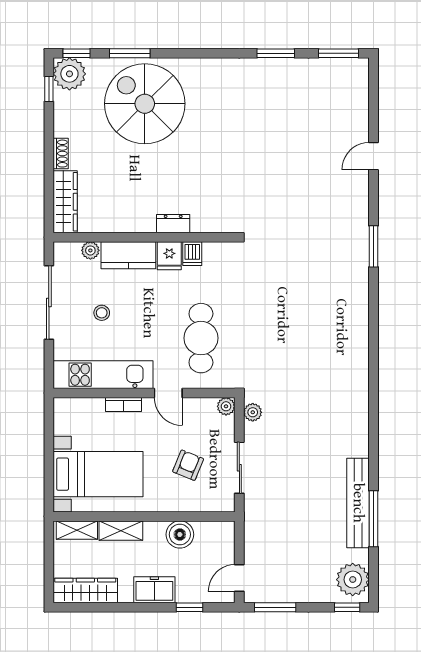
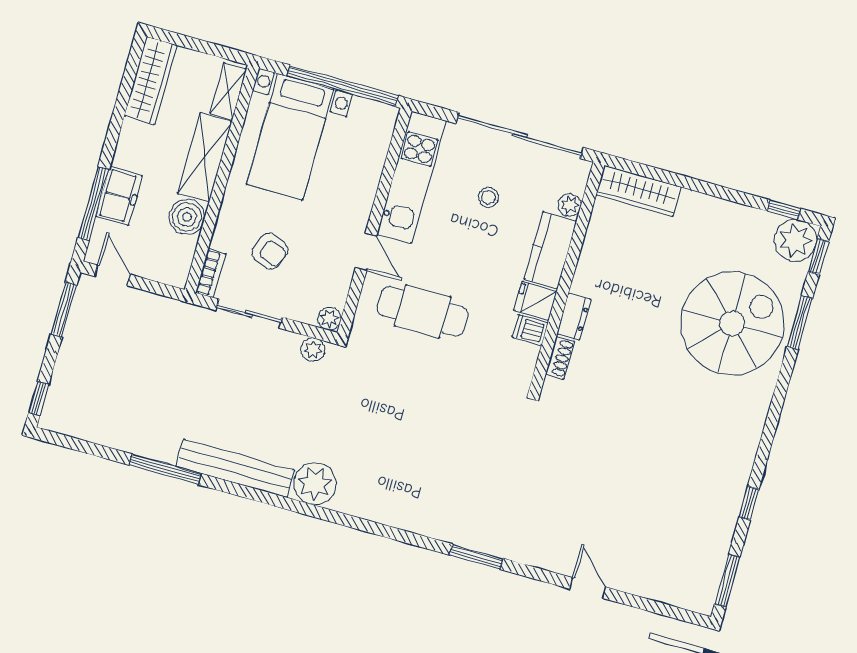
window: (276, 53) -> (749, 503), width x0.67
shoe rack: (61, 154) -> (560, 358), moved, turned -90
sliding door: (49, 302) -> (520, 136), width x1.36
door: (168, 393) -> (366, 252), swing flipped
bookcase: (123, 405) -> (211, 273), moved, turned 180
window: (49, 446) -> (343, 86), added
bench: (358, 503) -> (235, 468), moved
window: (373, 519) -> (165, 469), moved
shelving: (121, 531) -> (205, 158), width x1.50, depth x1.33
plant: (353, 580) -> (315, 484), moved
freezer: (154, 590) -> (119, 196), moved
window: (189, 607) -> (94, 204), width x2.17

